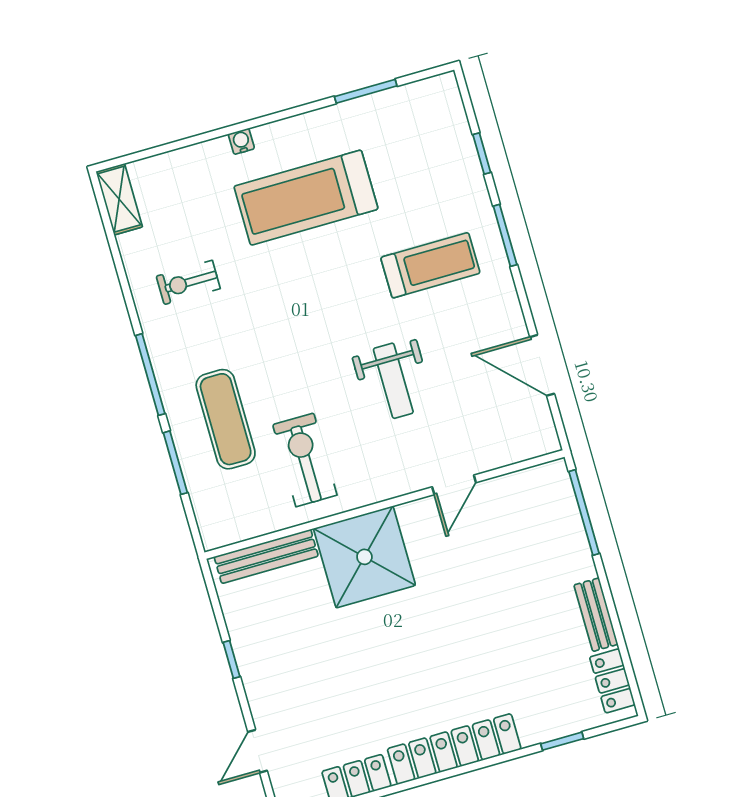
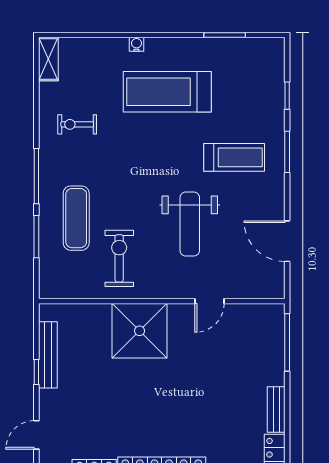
weight bench: (393, 381) -> (190, 224), width x1.36, depth x1.33
bench: (266, 556) -> (48, 355), moved, turned 90

